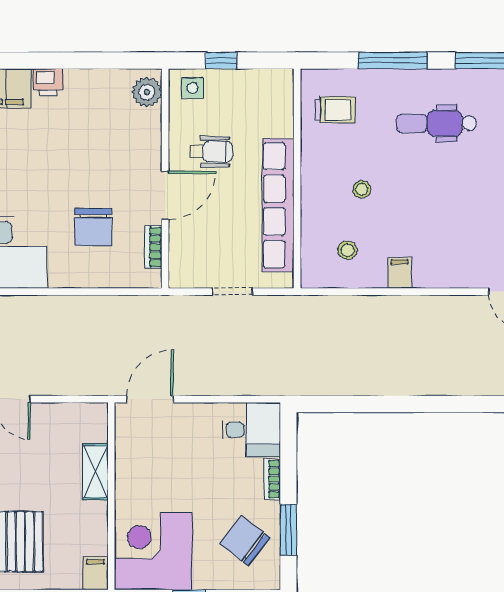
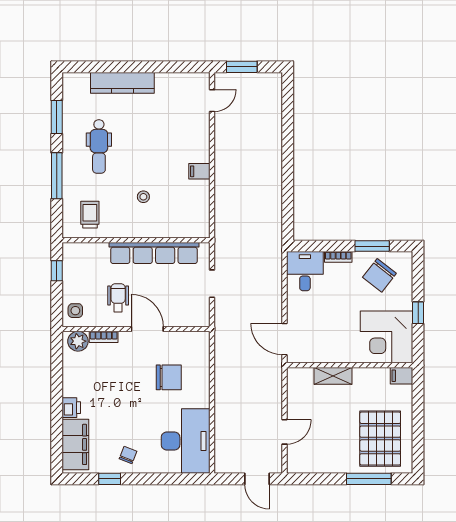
window: (221, 61) -> (57, 271), moved
bookcase: (153, 247) -> (104, 337), moved
stool: (347, 250) -> (184, 206), removed

